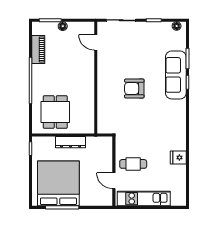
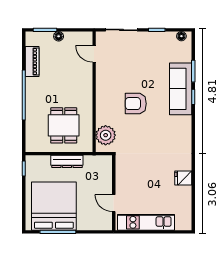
dining table: (55, 112) -> (64, 125), moved
plant: (106, 118) -> (106, 135), added
cafe table: (133, 164) -> (135, 185), removed

